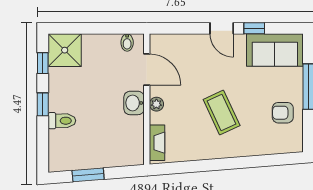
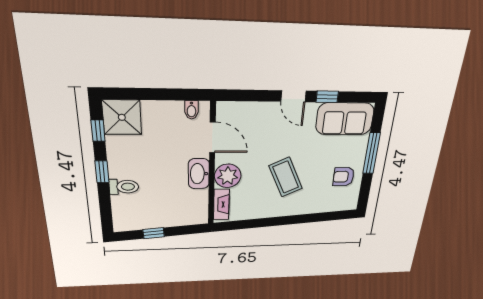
washbasin: (134, 103) -> (199, 174), width x1.38
plant: (156, 104) -> (228, 176), width x1.88, depth x1.88
window: (88, 175) -> (154, 233), width x0.67

